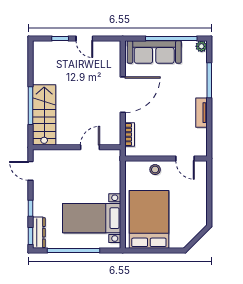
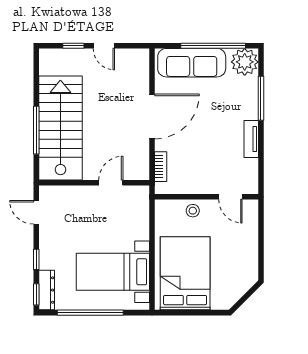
plant: (201, 46) -> (245, 62), width x1.88, depth x1.88
stairs: (44, 115) -> (60, 128), width x1.36, depth x1.51

